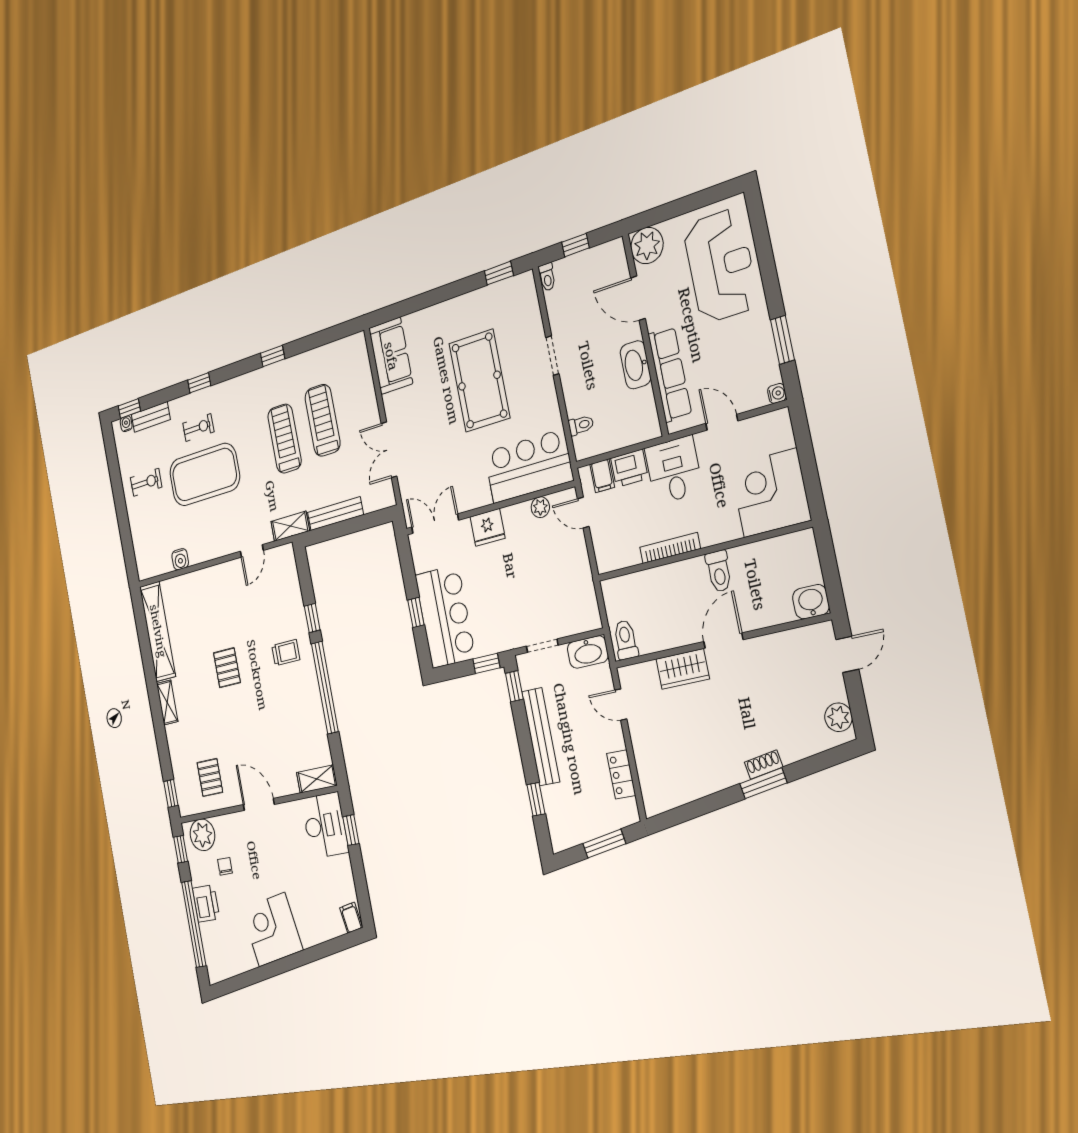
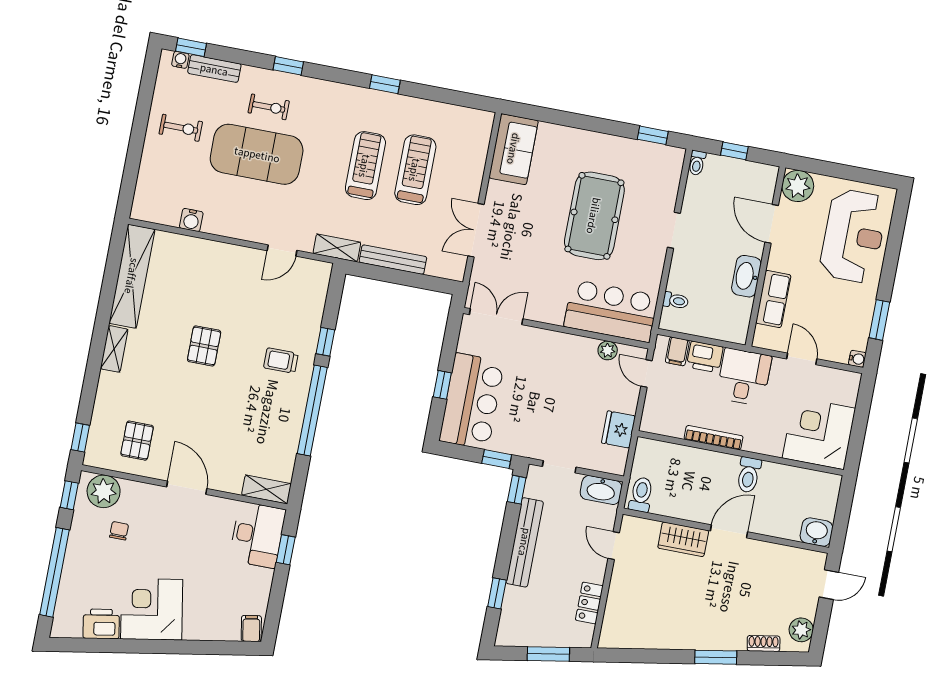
row of seats: (670, 374) -> (773, 299), width x0.68
fridge: (488, 527) -> (619, 429), moved, turned 90
trolley: (286, 653) -> (281, 361), turned 180
shoe rack: (764, 765) -> (764, 643), moved
printer: (206, 903) -> (101, 624), moved, turned -100

